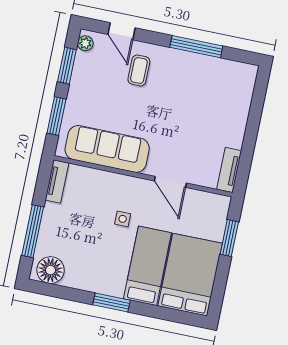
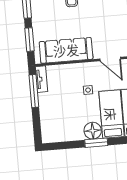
window: (33, 231) -> (34, 91), moved
floor lamp: (51, 270) -> (93, 131), moved

